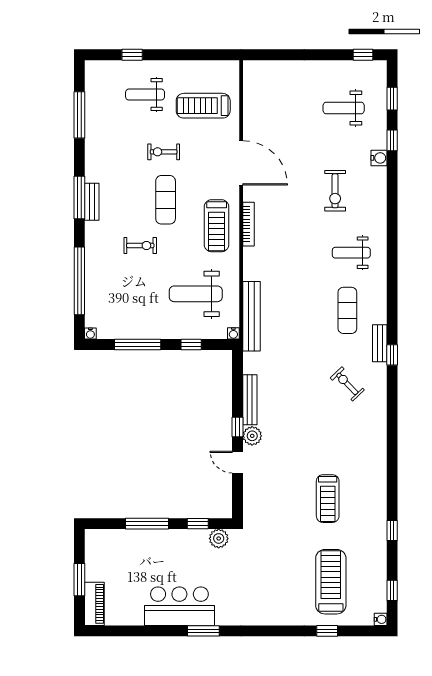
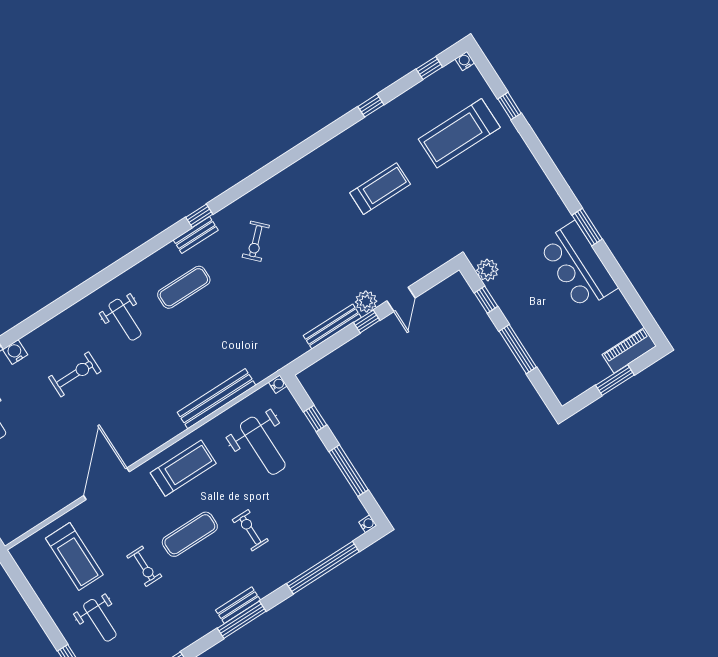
bookcase: (248, 224) -> (162, 438), removed
bench: (251, 316) -> (217, 399), moved

